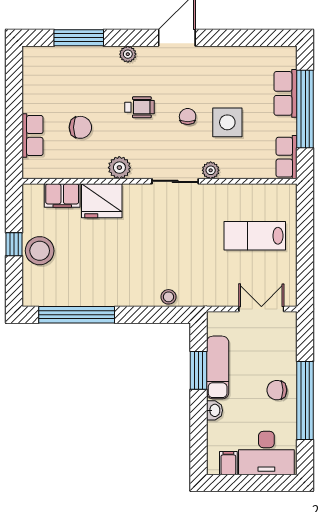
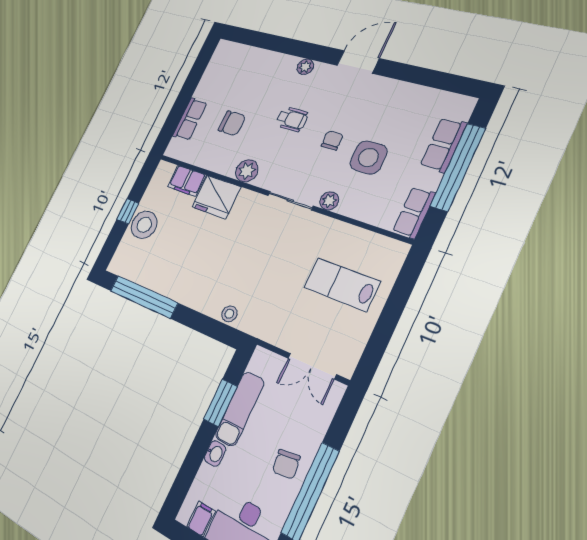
window: (79, 38) -> (270, 42), removed
double door: (261, 309) -> (312, 366), swing flipped
chair: (277, 390) -> (286, 464), turned -98

